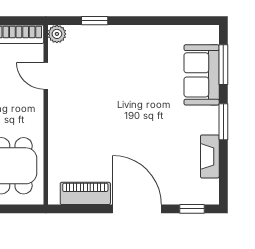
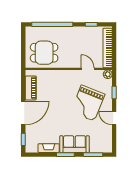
door: (148, 21) -> (114, 118), added
grand piano: (117, 75) -> (88, 103), added
sofa: (202, 75) -> (74, 144), moved
door: (46, 76) -> (88, 69), hinge flipped

